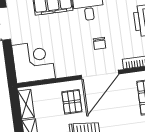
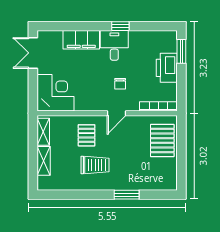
door: (100, 75) -> (117, 113), width x0.53

